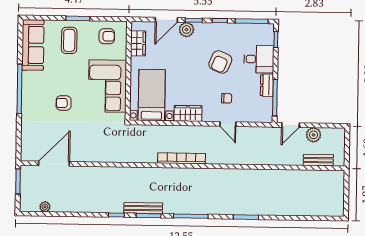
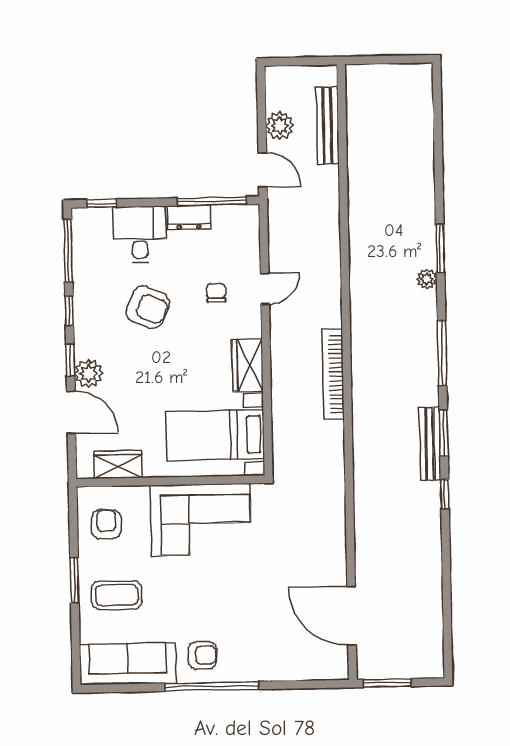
armchair: (64, 103) -> (202, 655), moved, turned -90
bench: (318, 160) -> (328, 125), width x1.36
plant: (45, 207) -> (427, 279), moved

